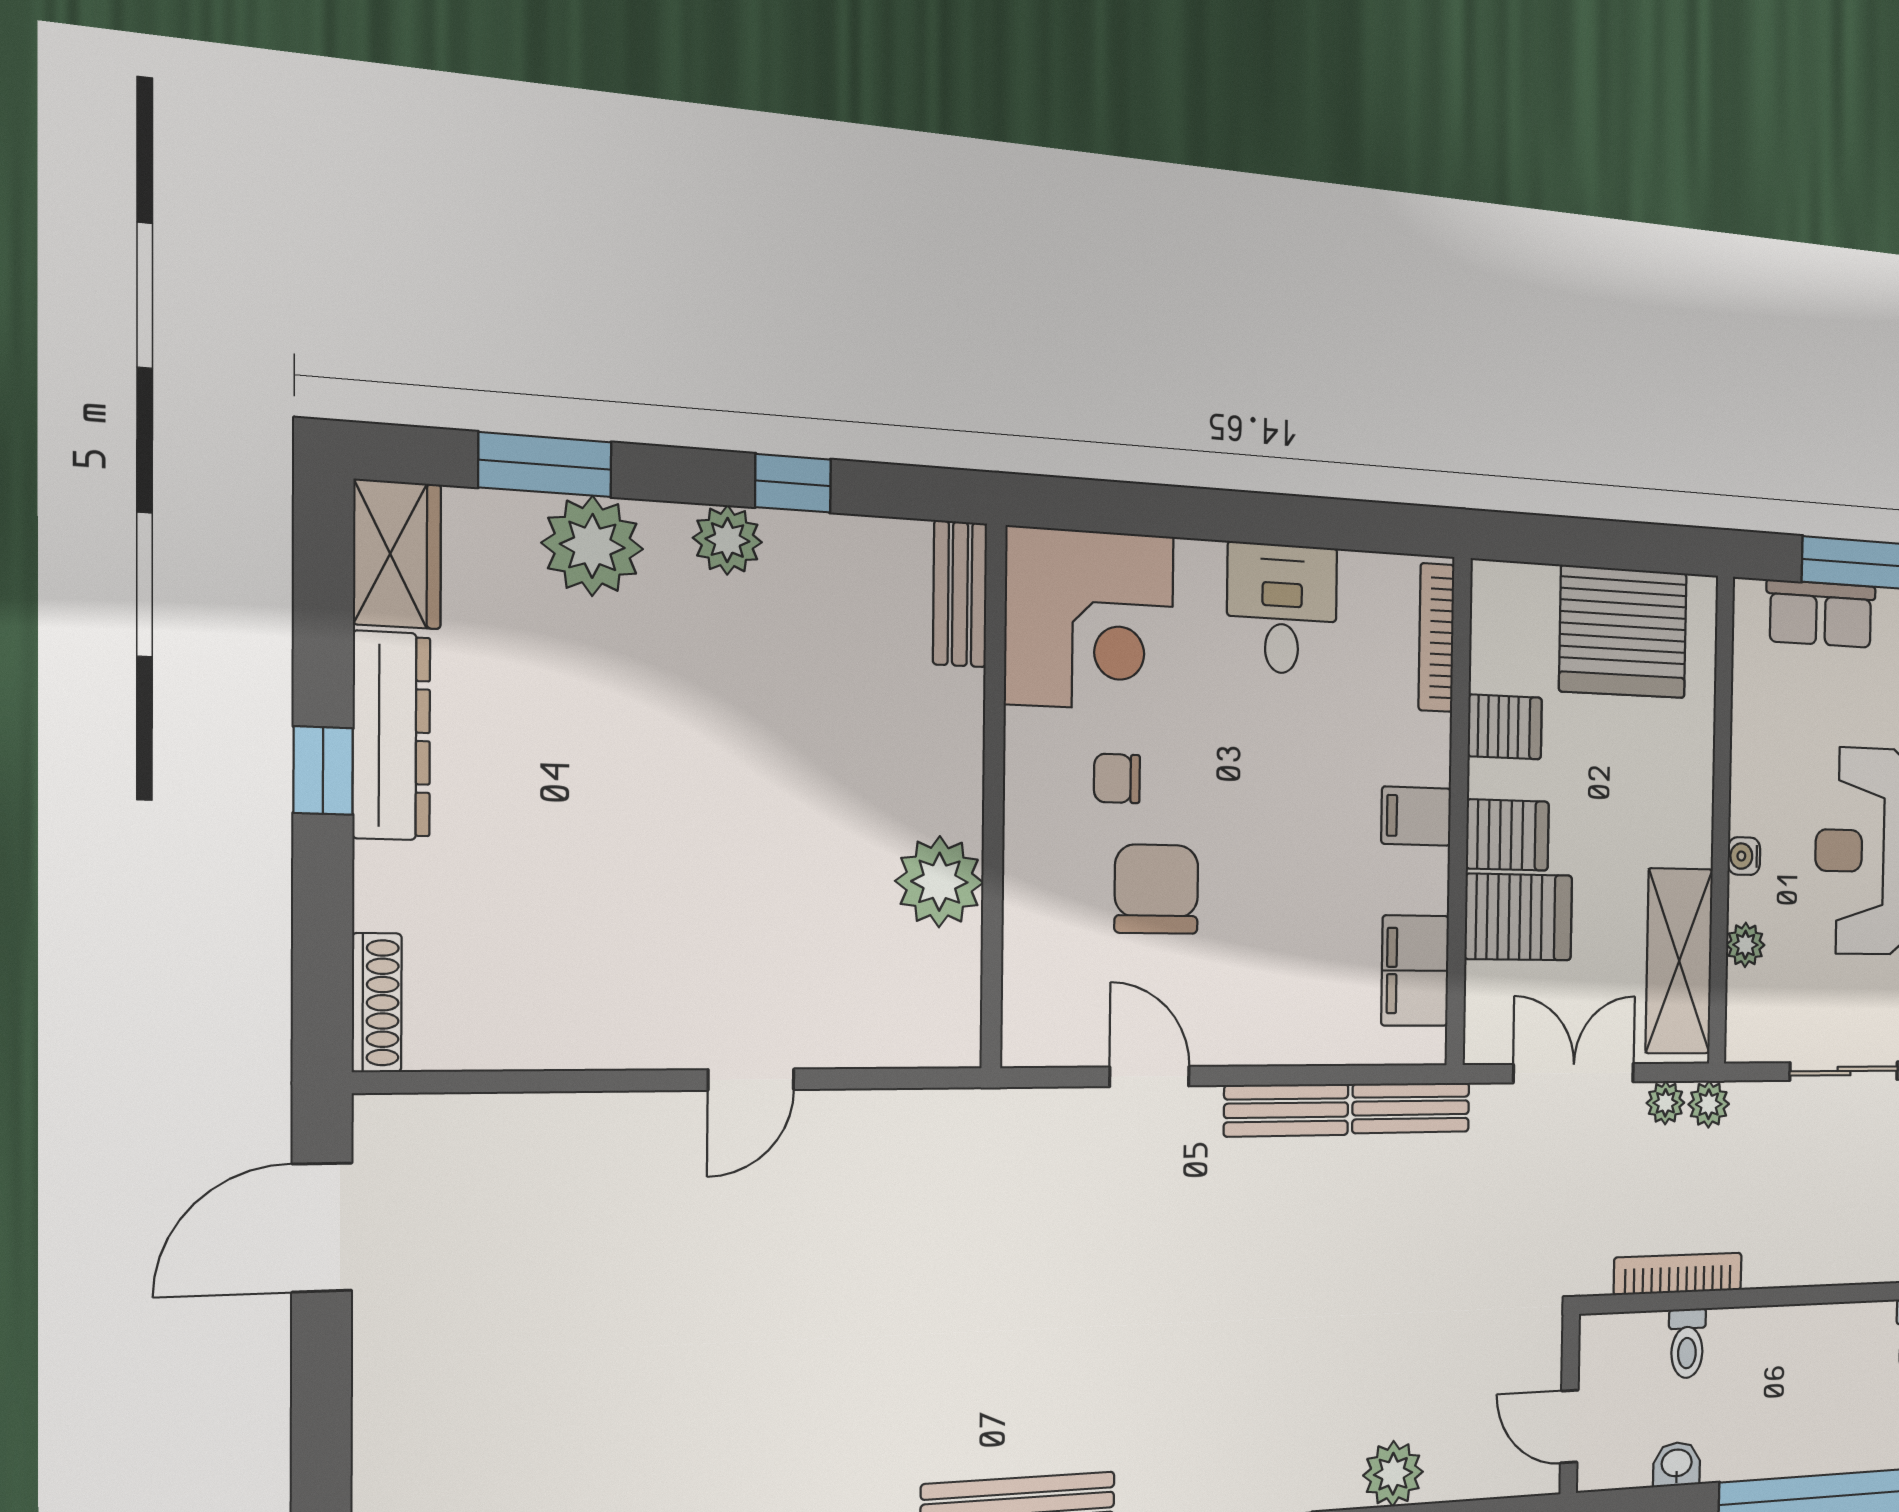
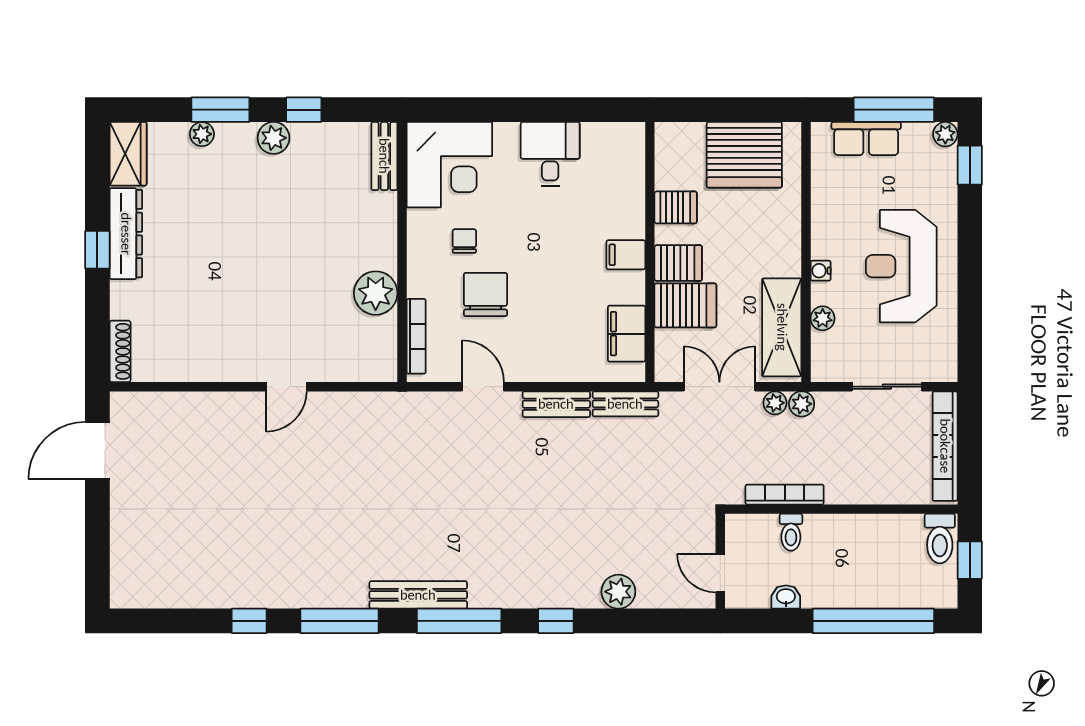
window: (545, 465) -> (220, 110), moved
plant: (592, 546) -> (202, 134), width x0.53, depth x0.53
bookcase: (1436, 638) -> (416, 336), moved, turned 180
chair: (1117, 778) -> (464, 241), turned 90

